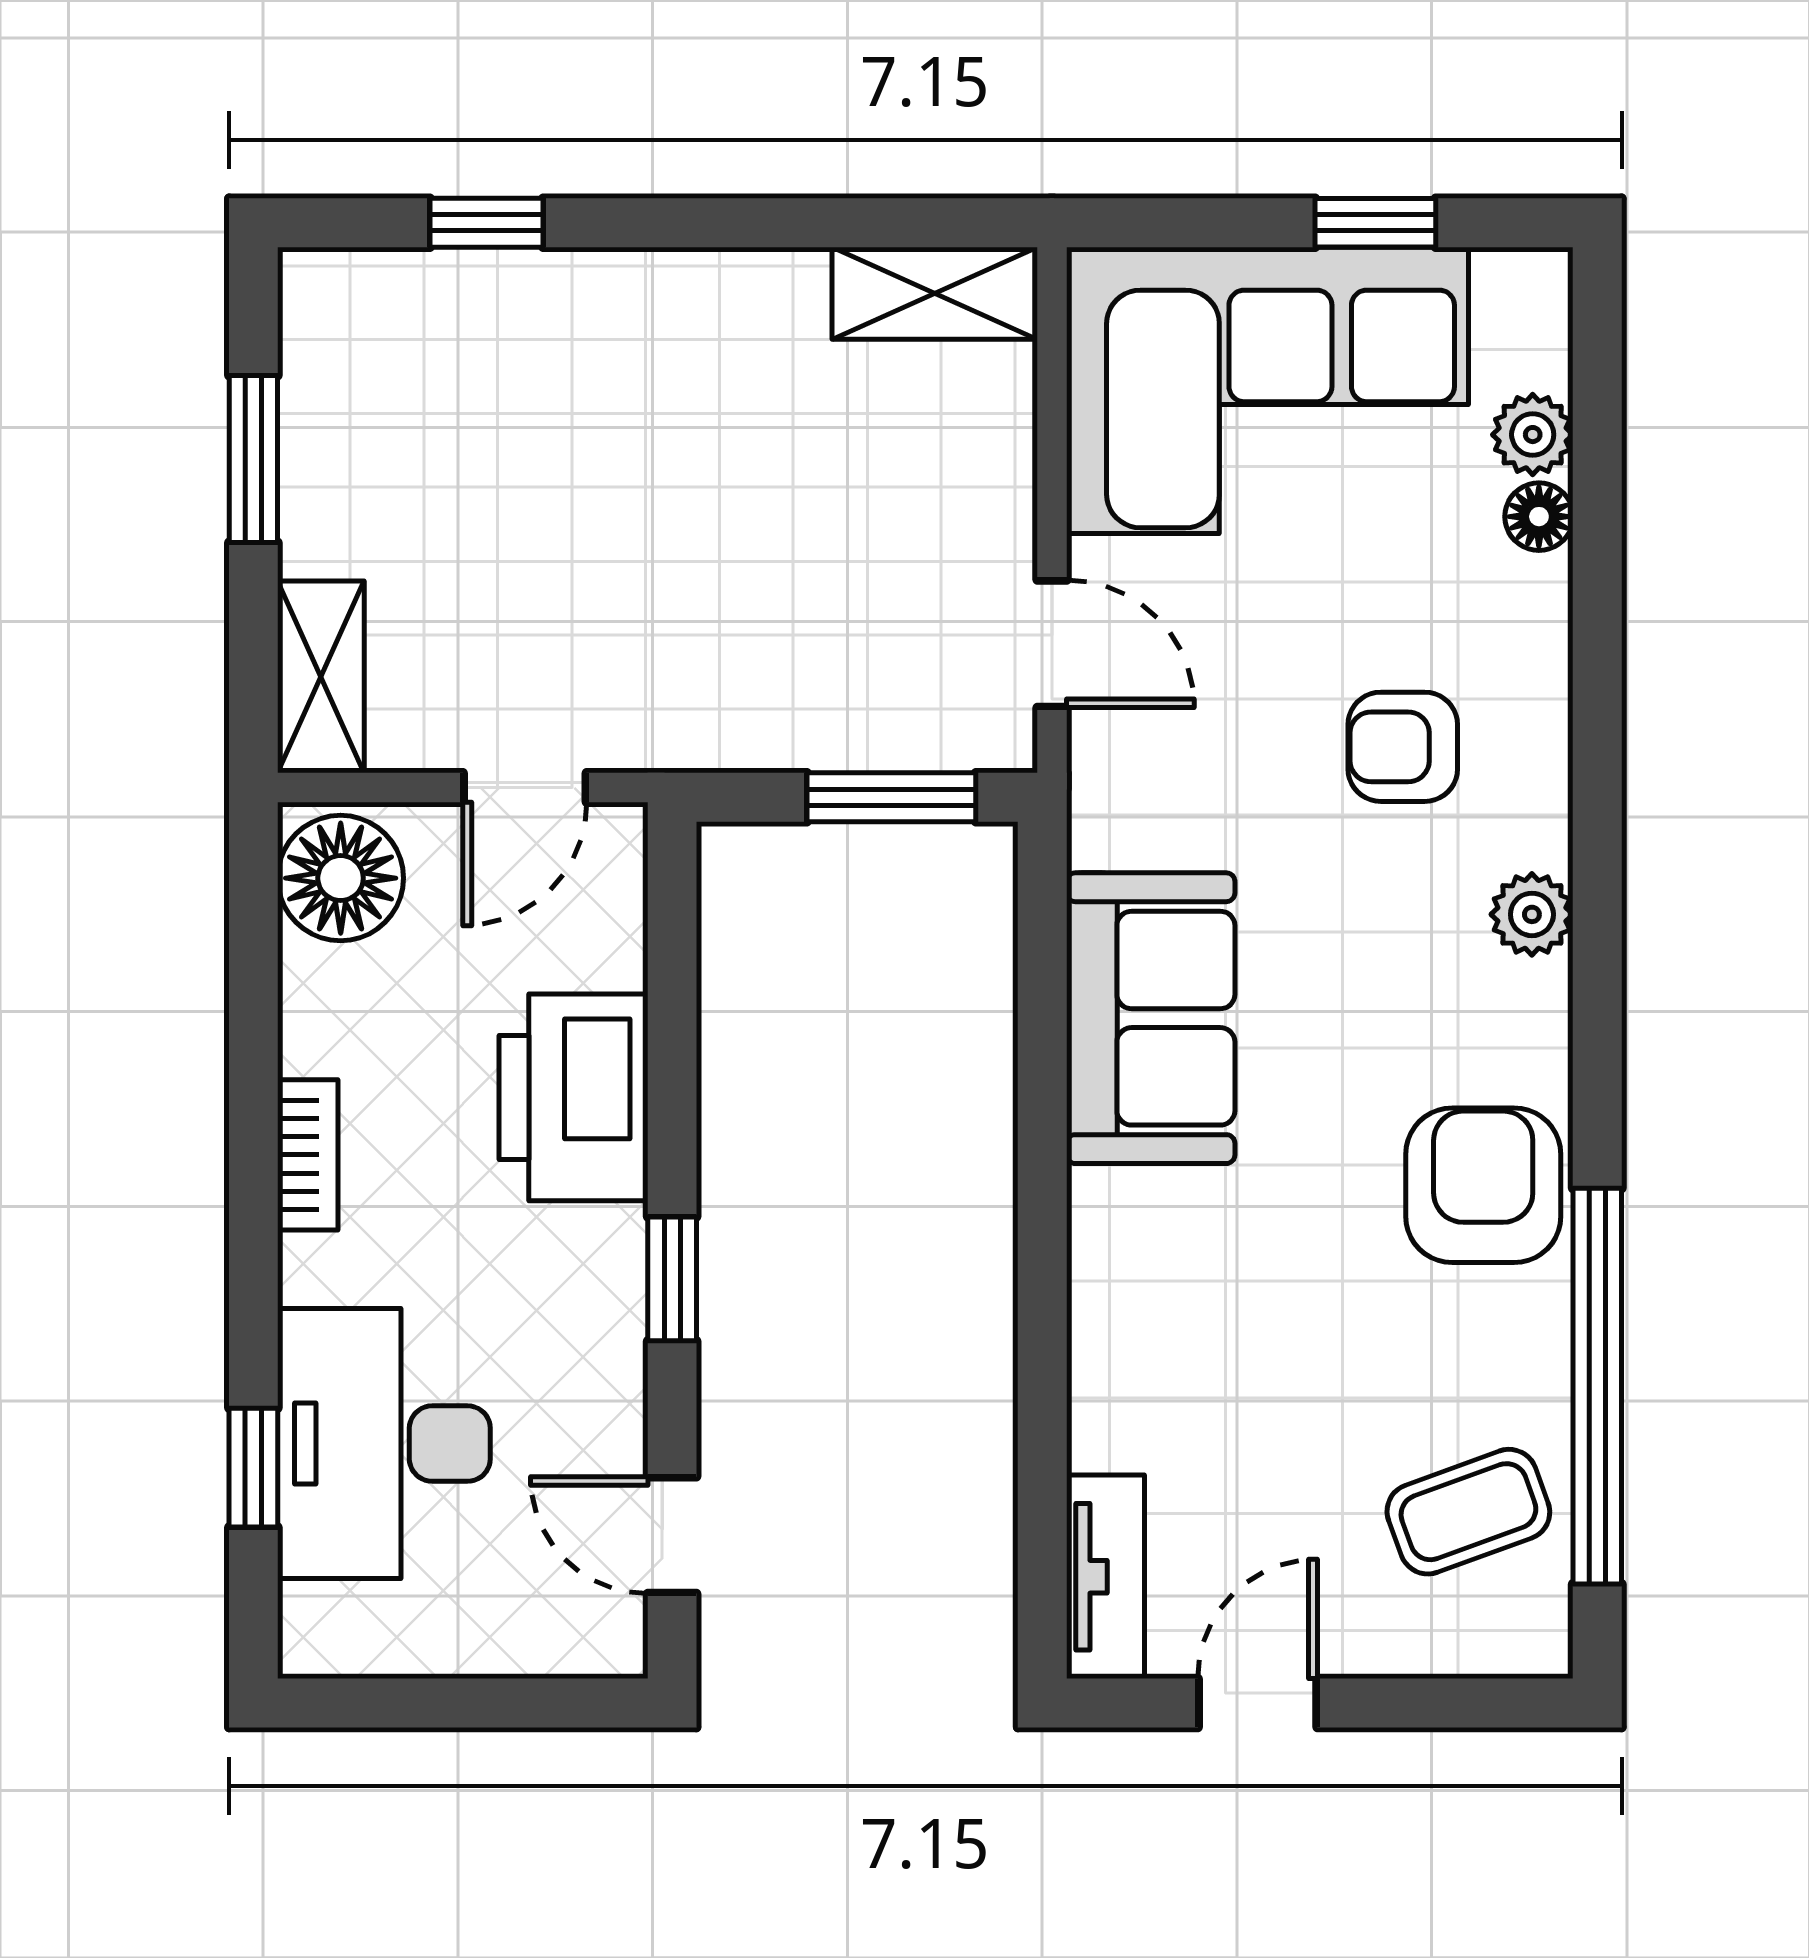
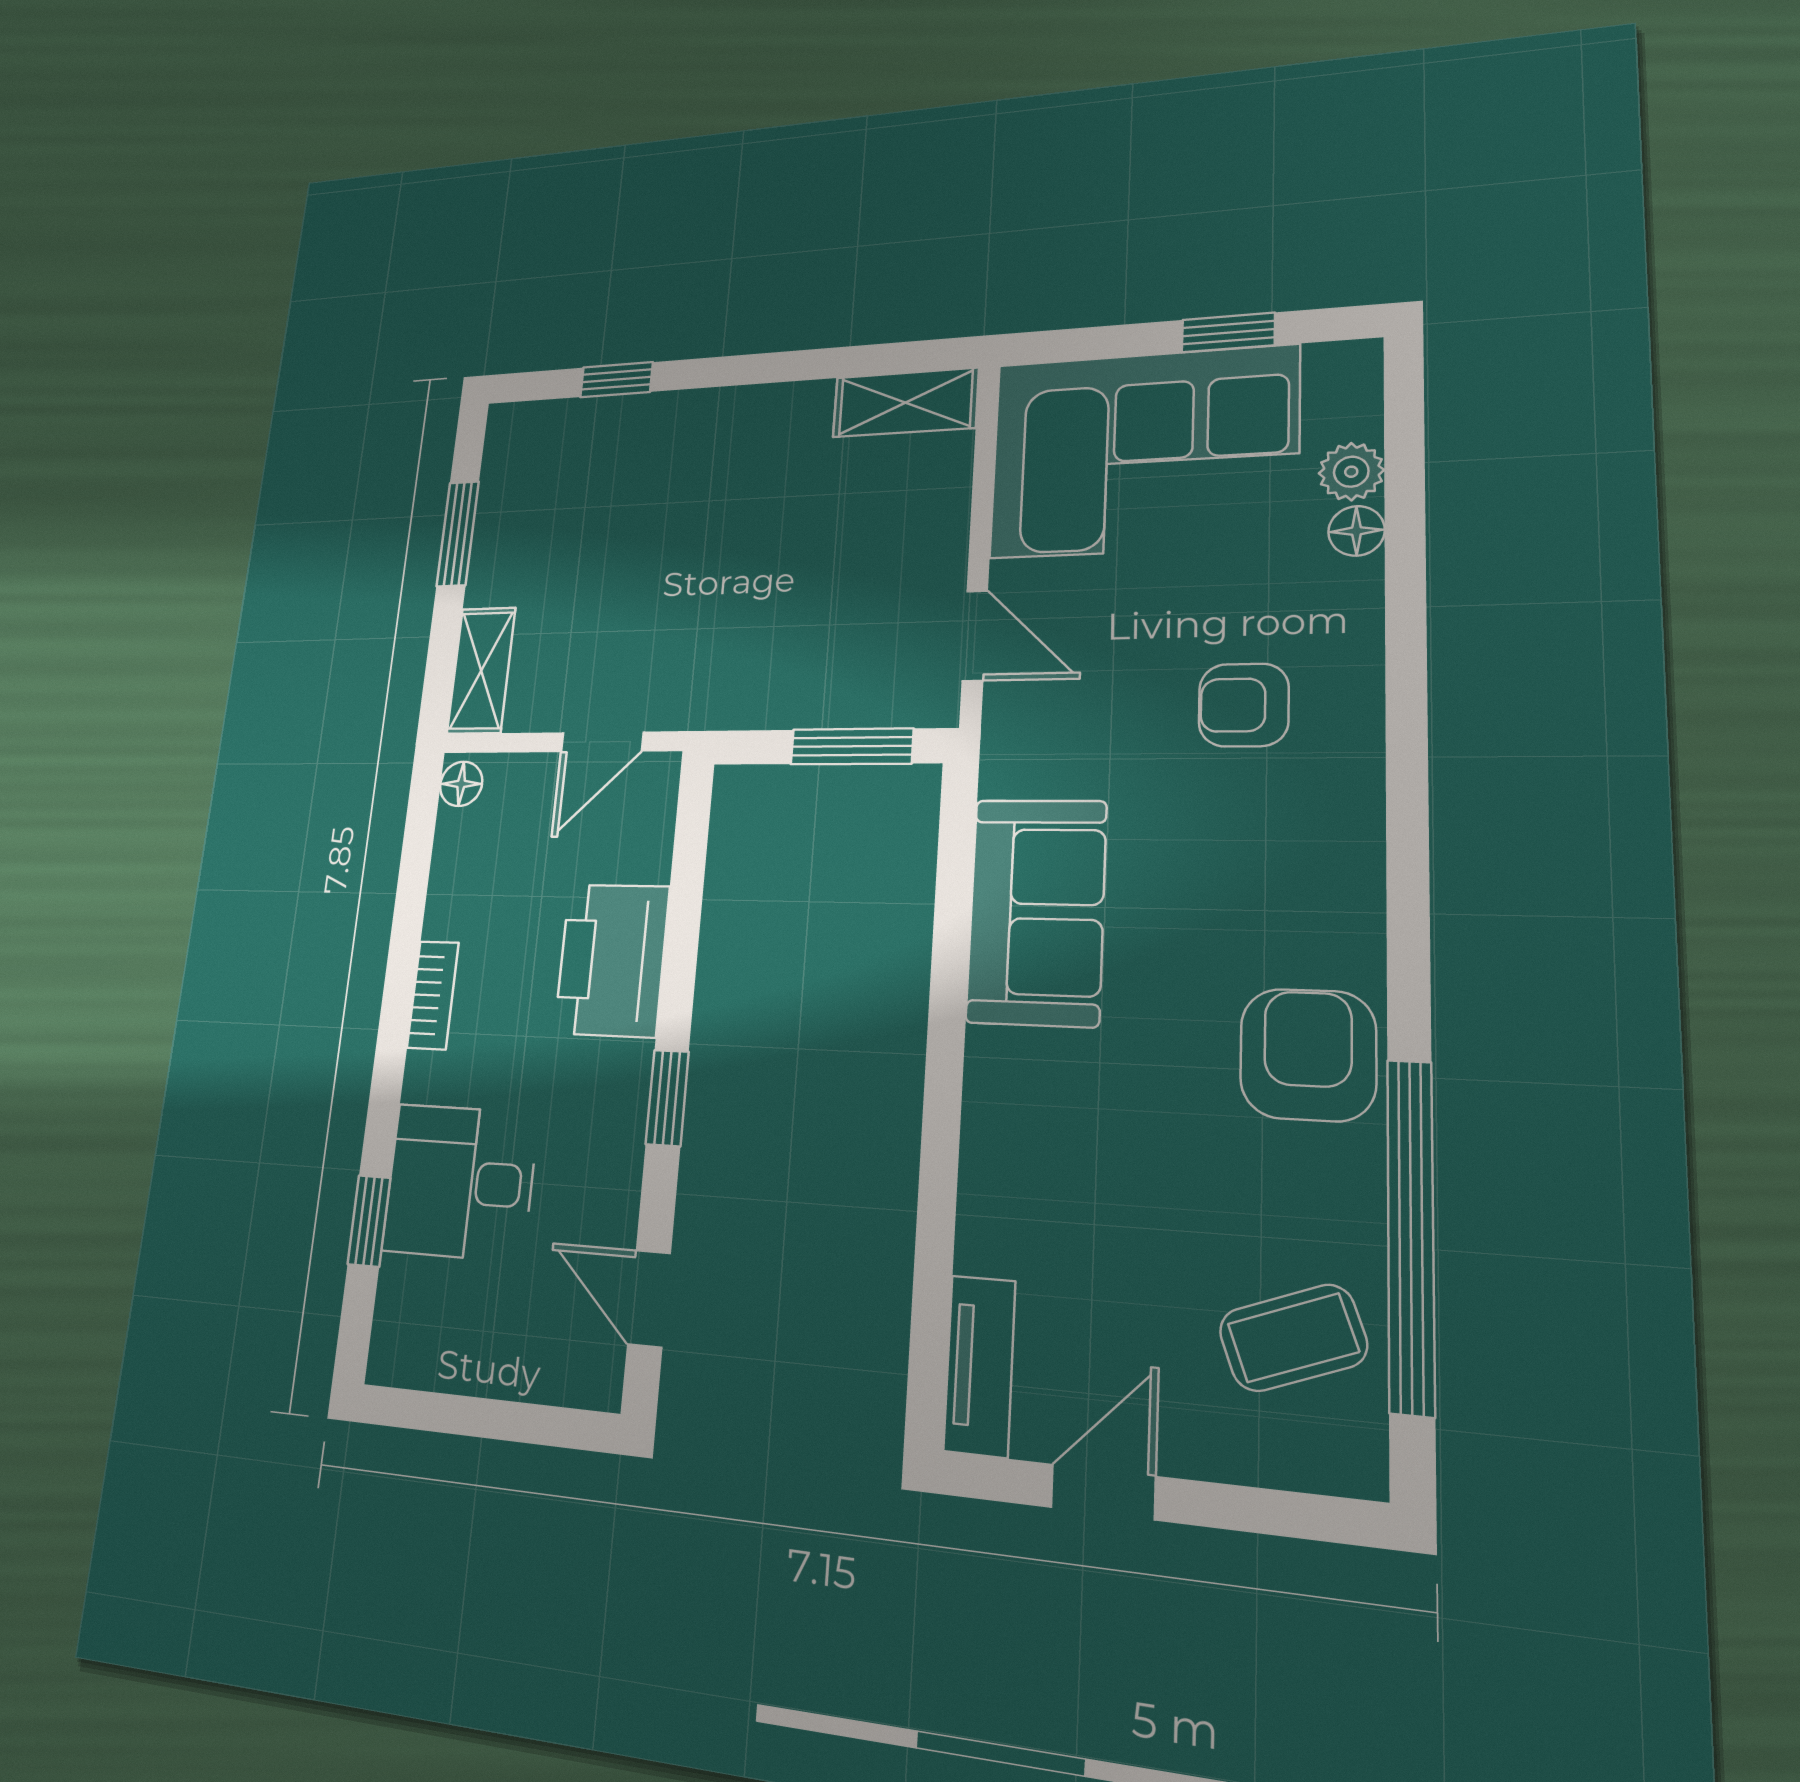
floor lamp: (341, 878) -> (461, 784), width x0.53, depth x0.53
plant: (1532, 914) -> (1351, 834), removed
desk: (384, 1444) -> (460, 1182), width x0.73

